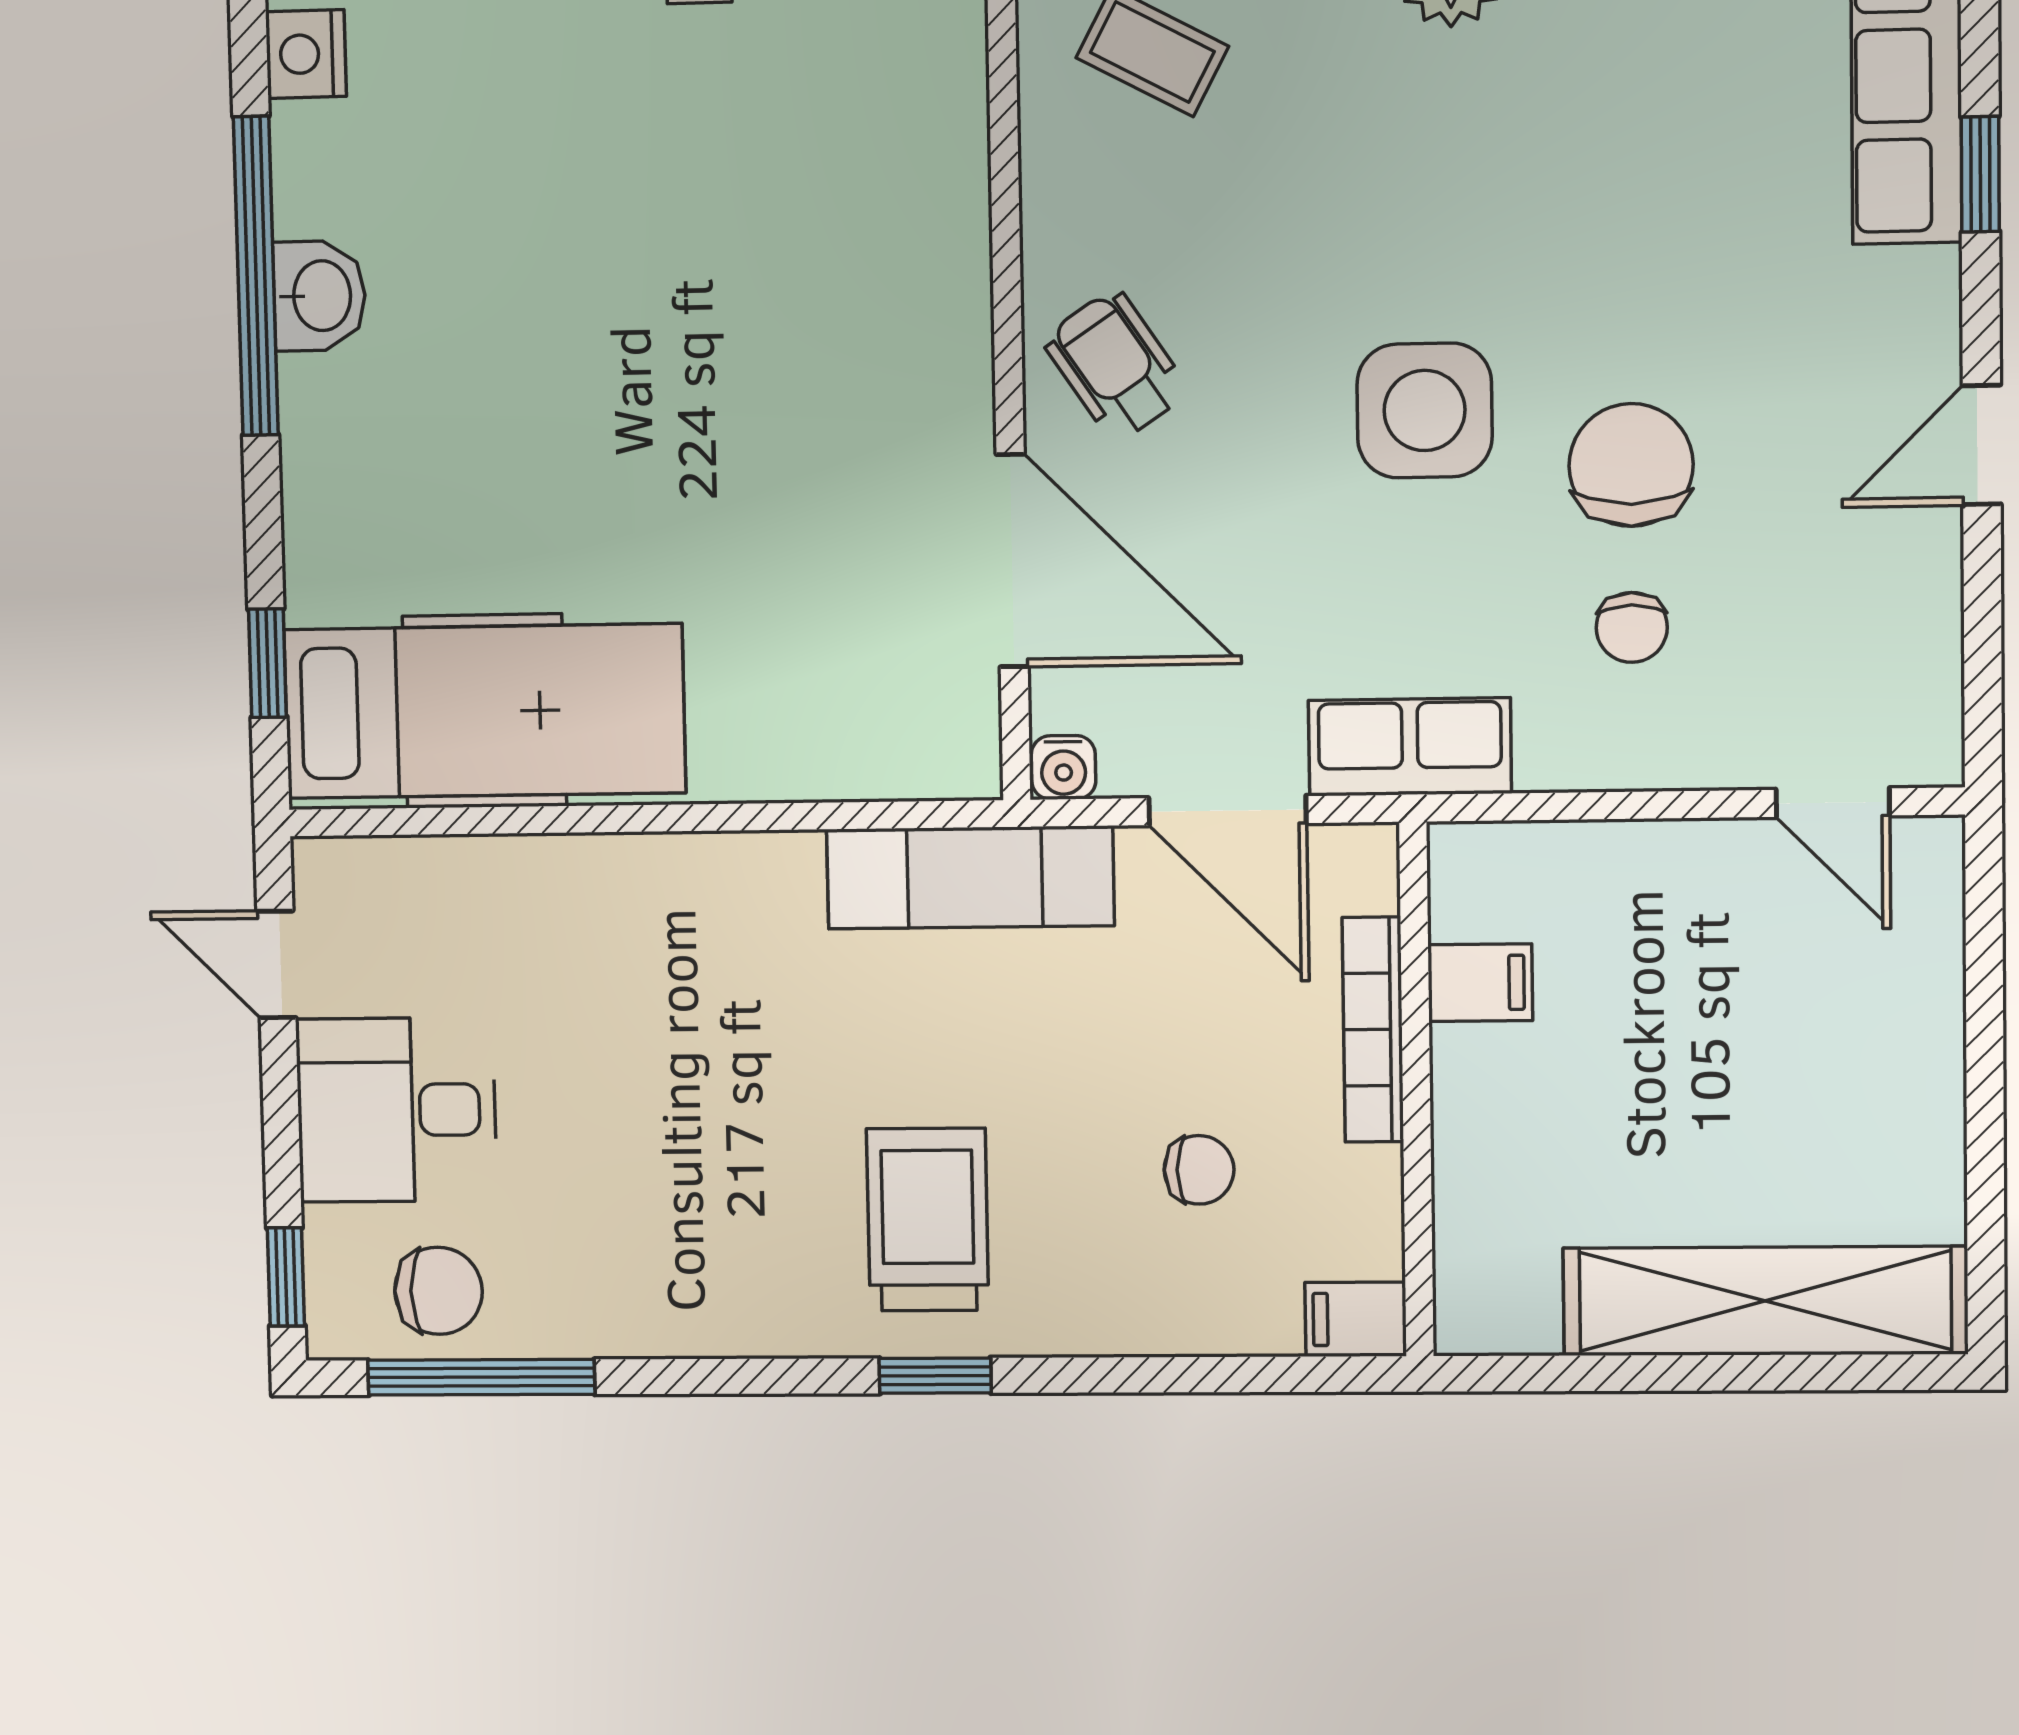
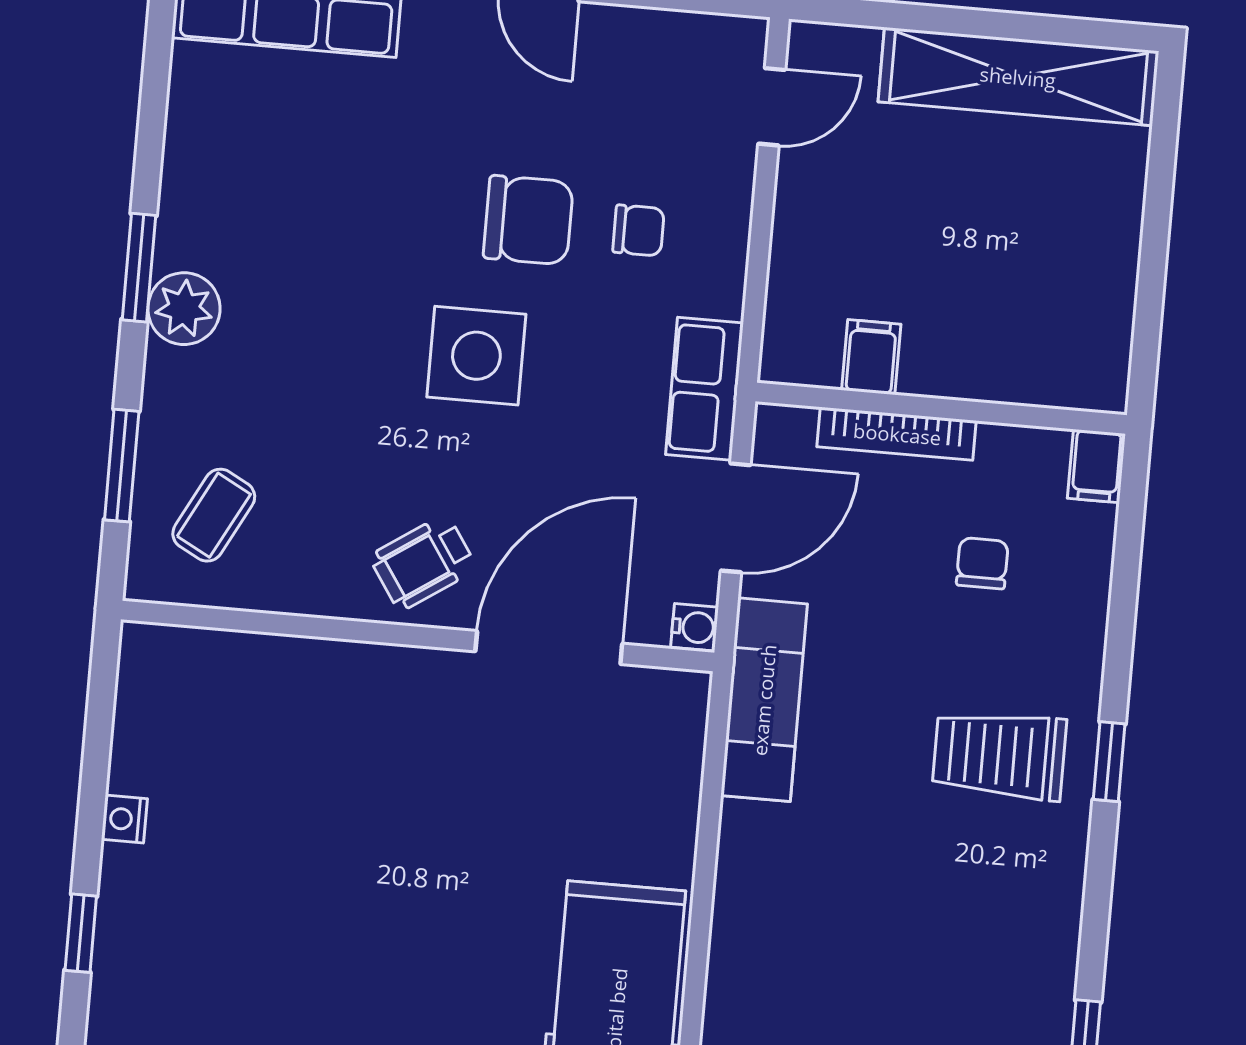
chair: (1631, 465) -> (528, 220), turned 180
shelving: (1765, 1301) -> (1018, 77), moved, turned 90

